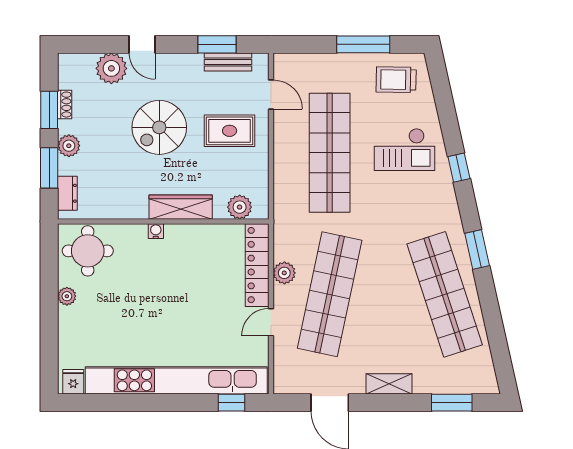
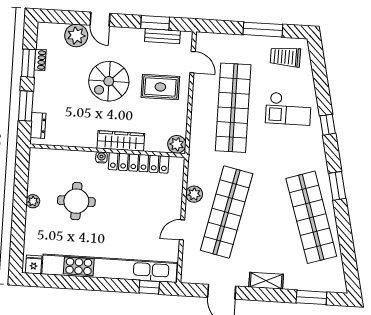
plant: (69, 146) -> (41, 90), removed
plant: (240, 207) -> (177, 144), moved
round table: (88, 251) -> (76, 201), moved
locker: (257, 265) -> (139, 163), moved, turned -90

